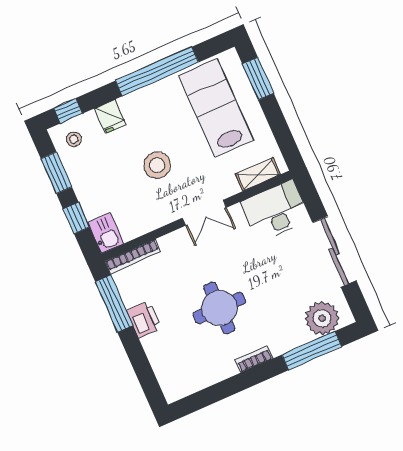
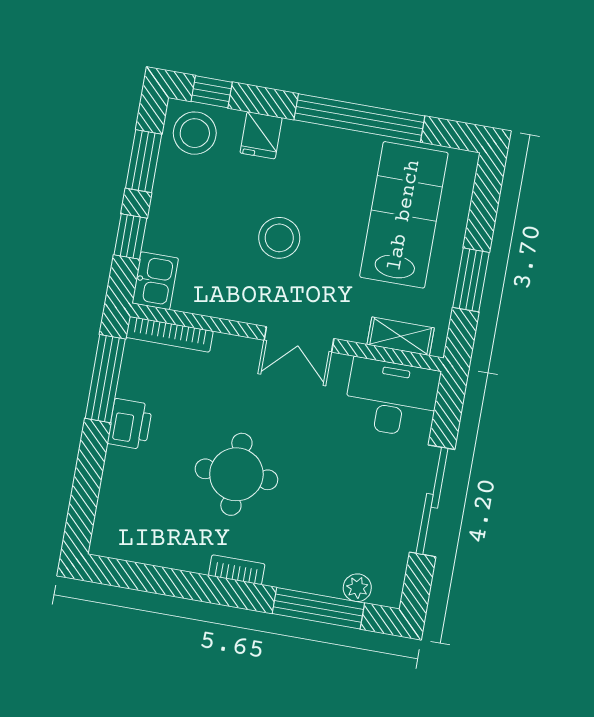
window: (258, 79) -> (471, 280), moved
stool: (74, 139) -> (195, 133), width x1.89, depth x1.89
plant: (322, 318) -> (357, 588), width x0.53, depth x0.53

